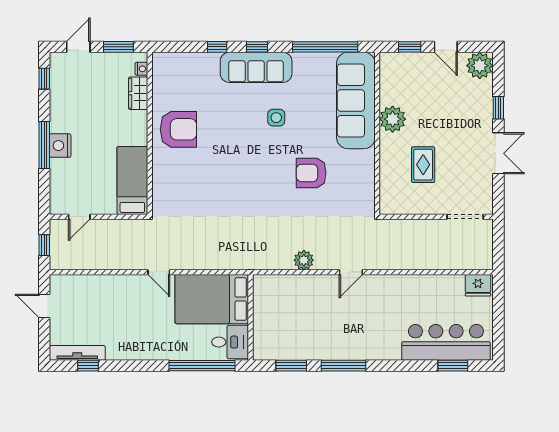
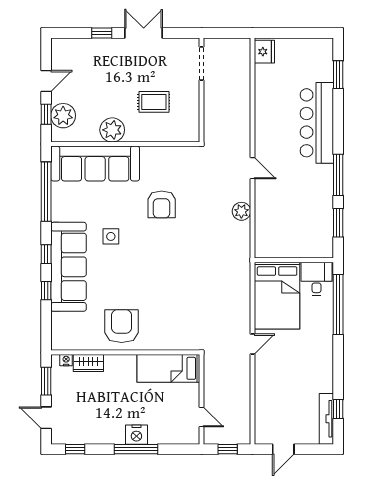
plant: (480, 66) -> (63, 116), moved
sofa: (256, 67) -> (69, 267), width x1.36, depth x1.27
bar counter: (446, 342) -> (317, 123), moved

